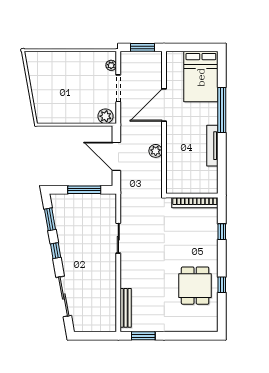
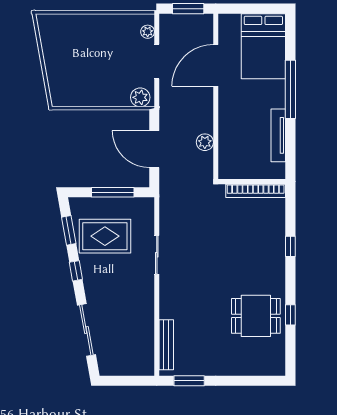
door: (164, 105) -> (216, 65), moved
wall: (192, 195) -> (252, 182), moved
bookcase: (195, 203) -> (256, 191), moved
rug: (78, 224) -> (105, 236), added
dining table: (195, 286) -> (256, 316), turned 90

